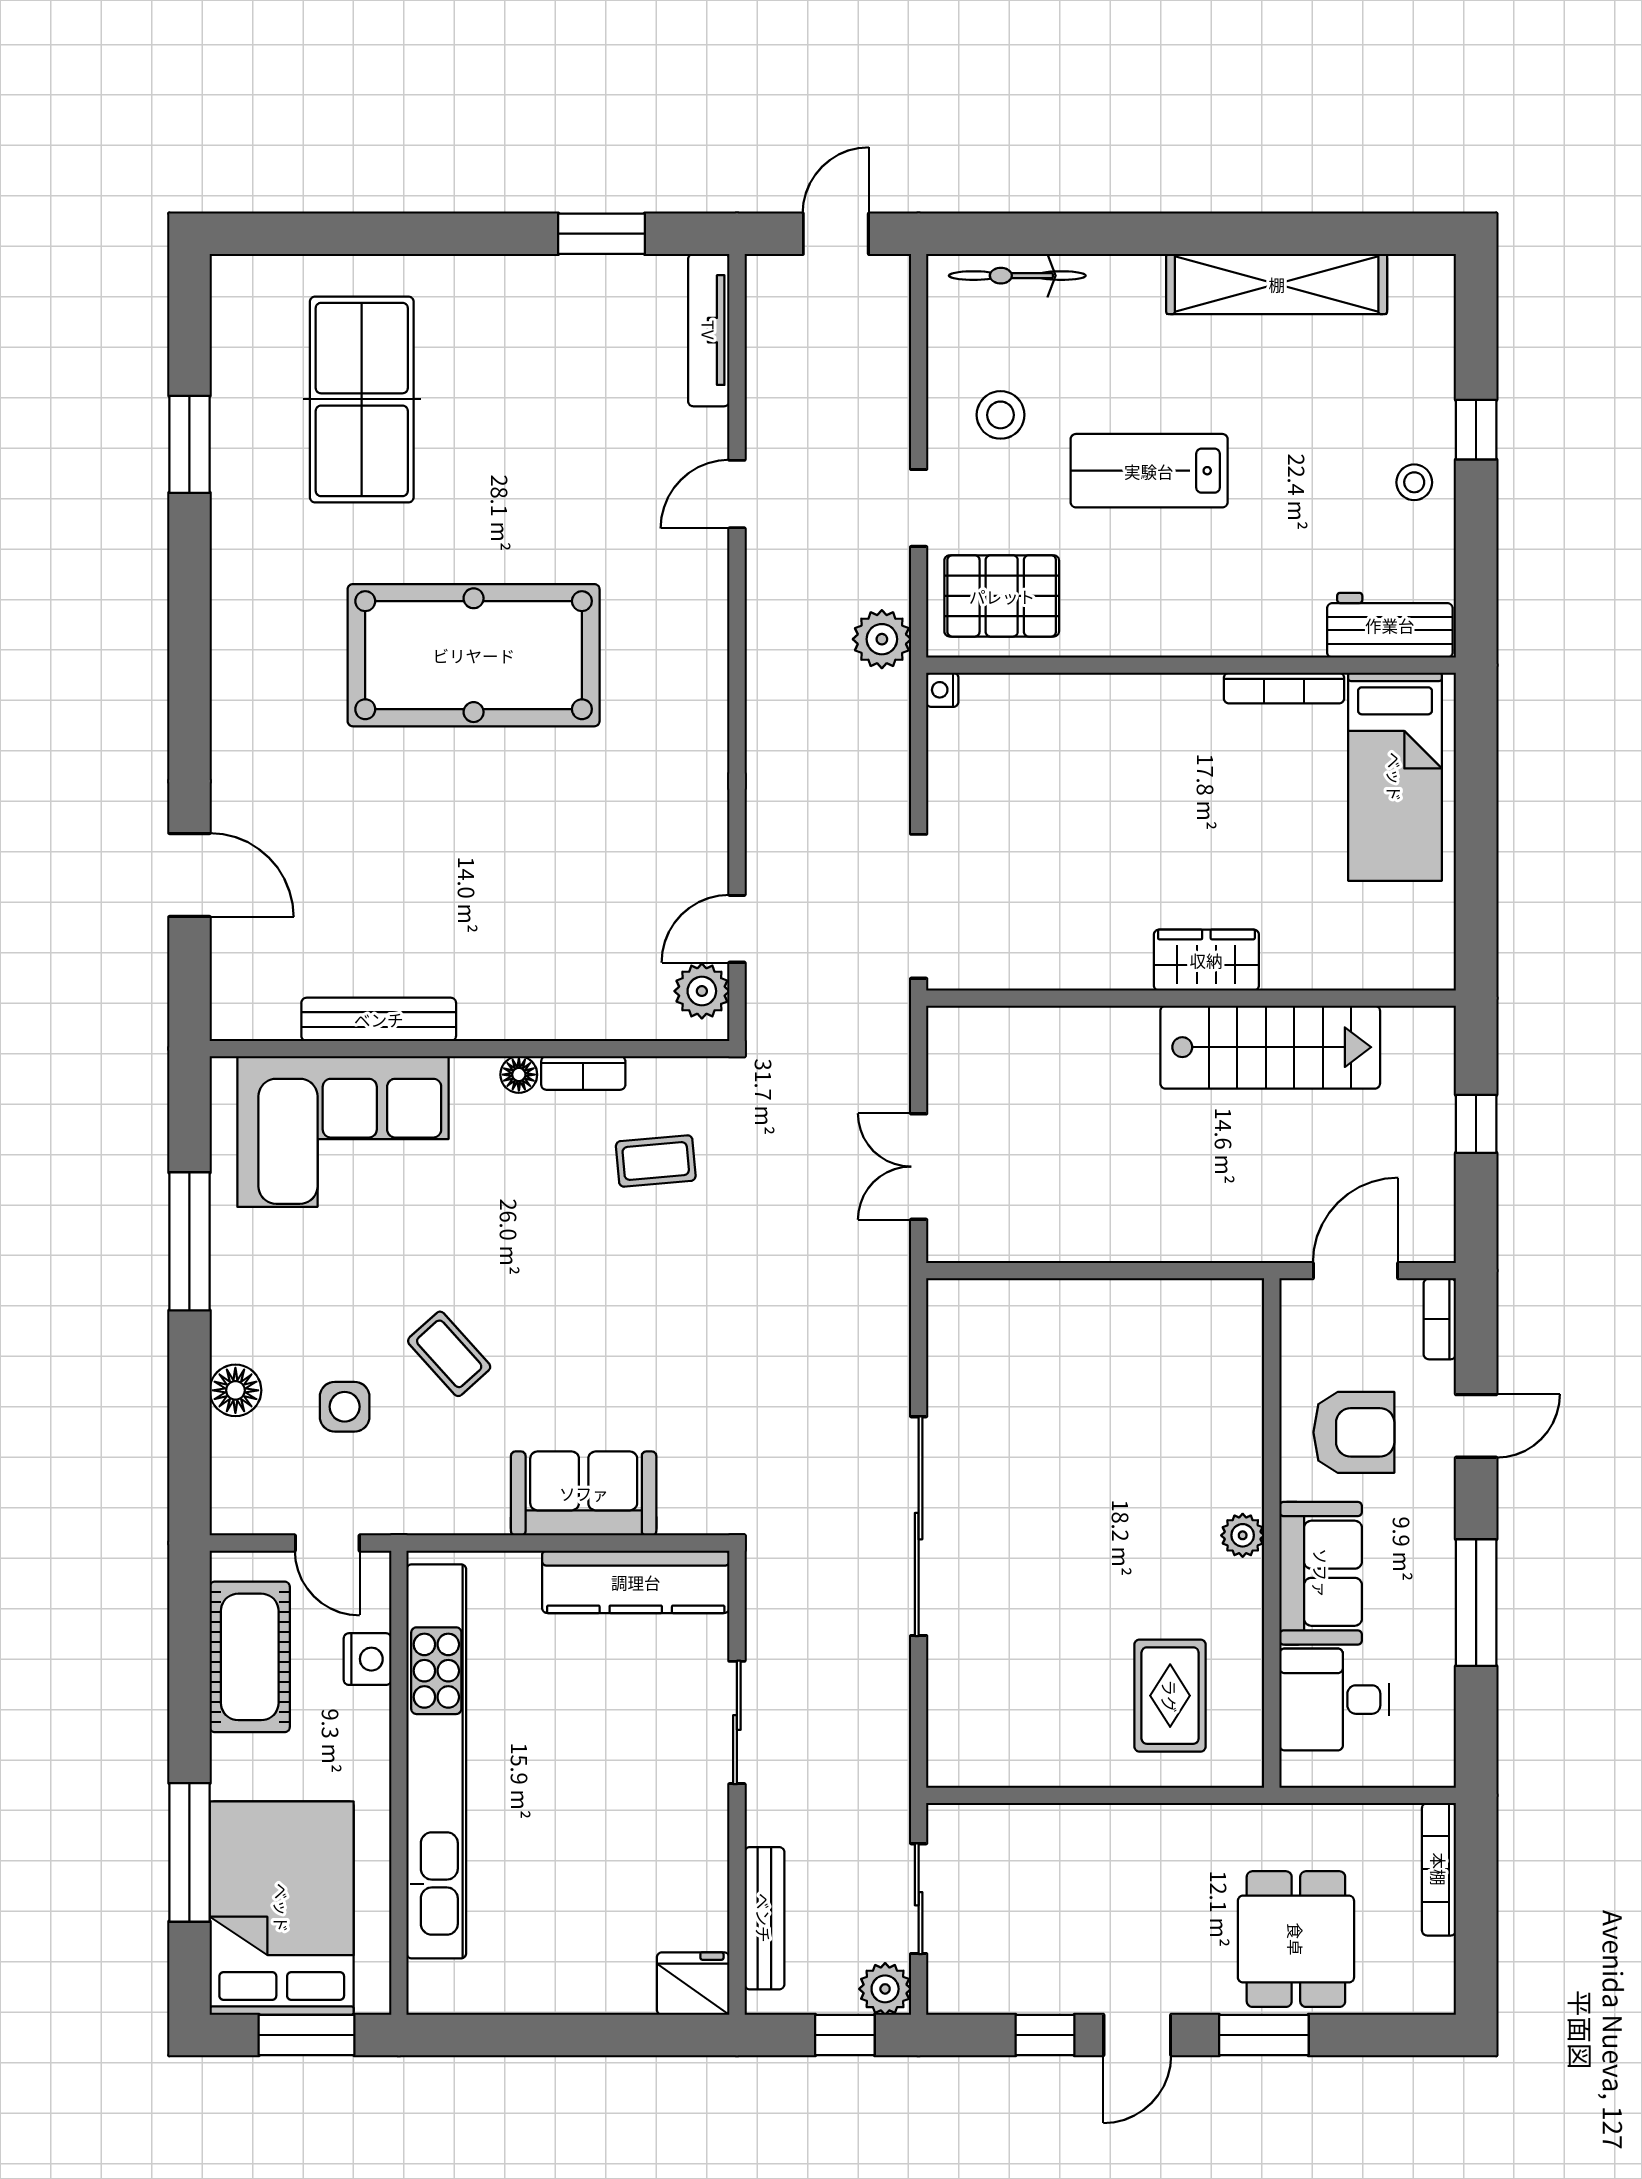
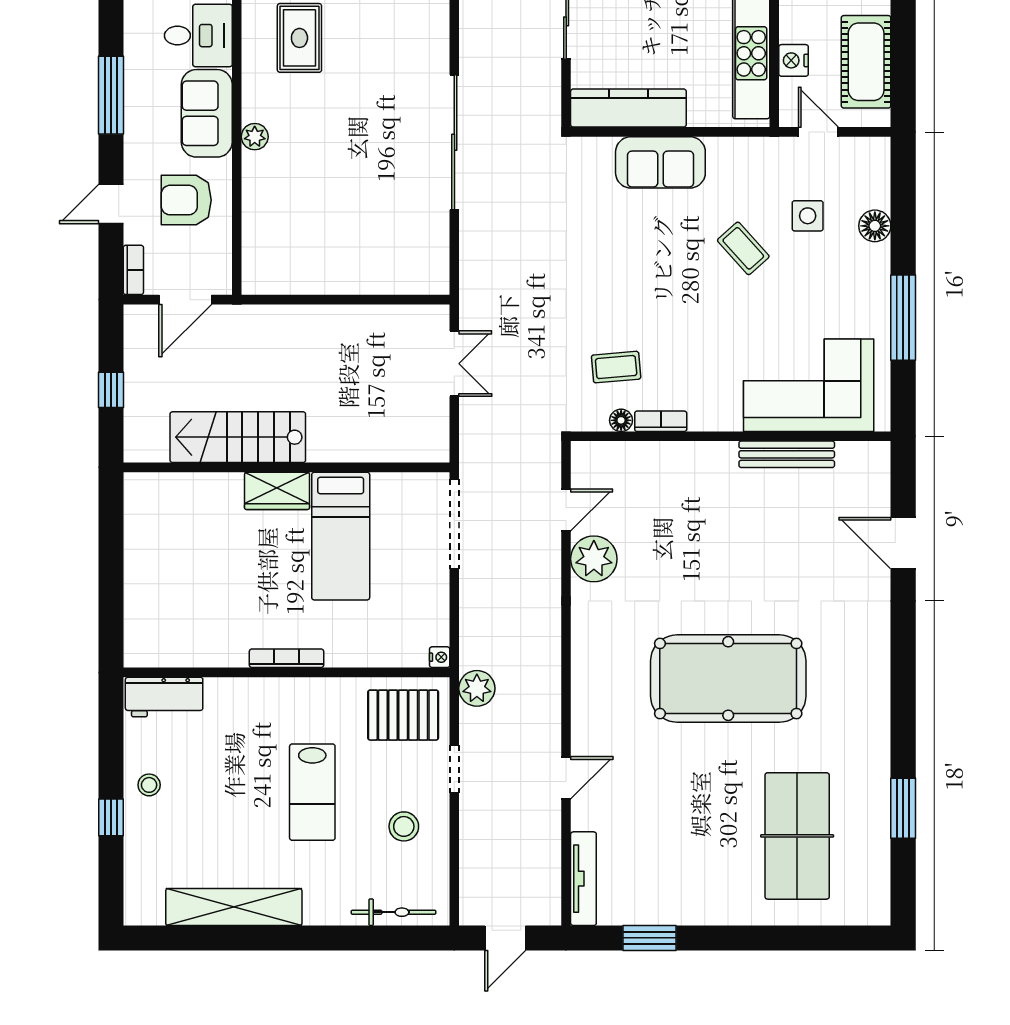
lab bench: (1149, 471) -> (312, 792), turned 90
bookcase: (1284, 688) -> (287, 658), moved
bed: (1395, 777) -> (341, 536), moved, turned 180
plant: (702, 991) -> (594, 559), moved, width x1.36, depth x1.36
floor lamp: (519, 1075) -> (621, 420), moved

